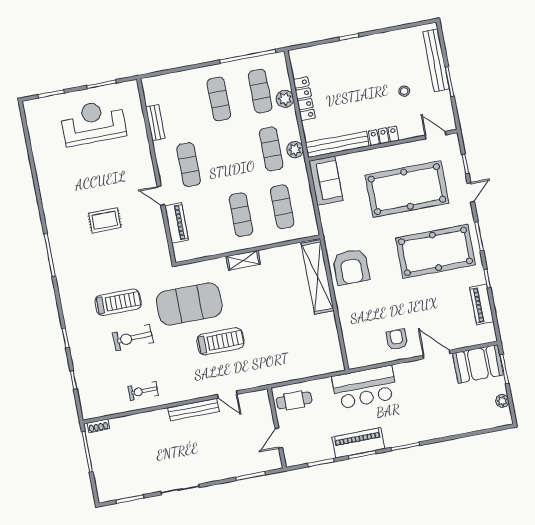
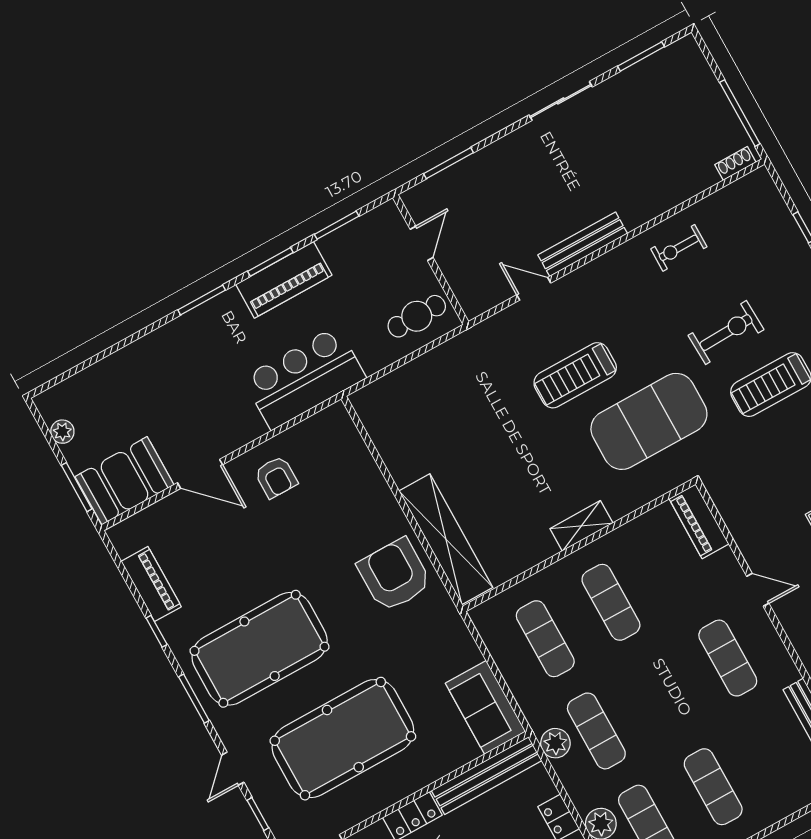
piano: (176, 223) -> (699, 521), moved
exercise bike: (143, 391) -> (679, 248), turned 180

